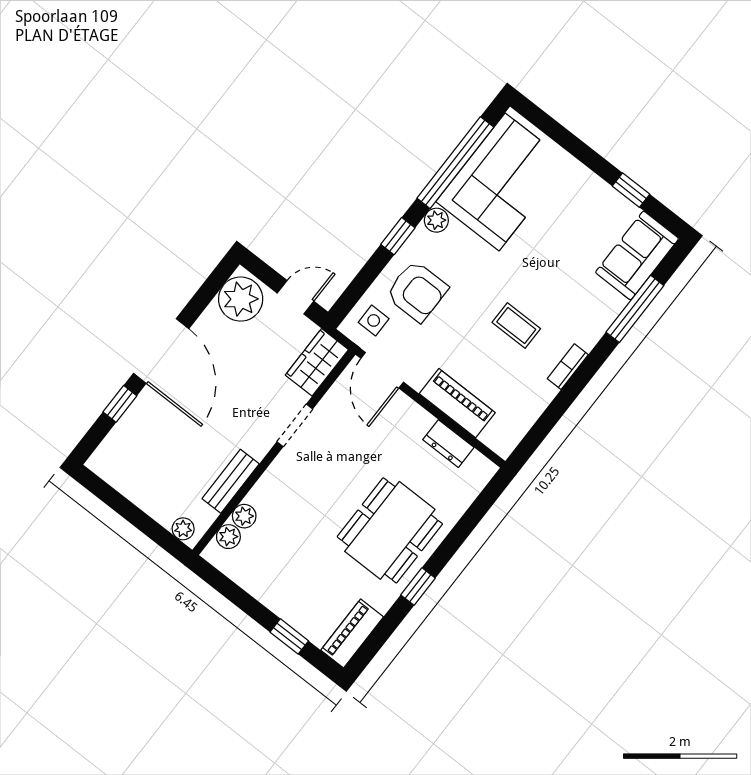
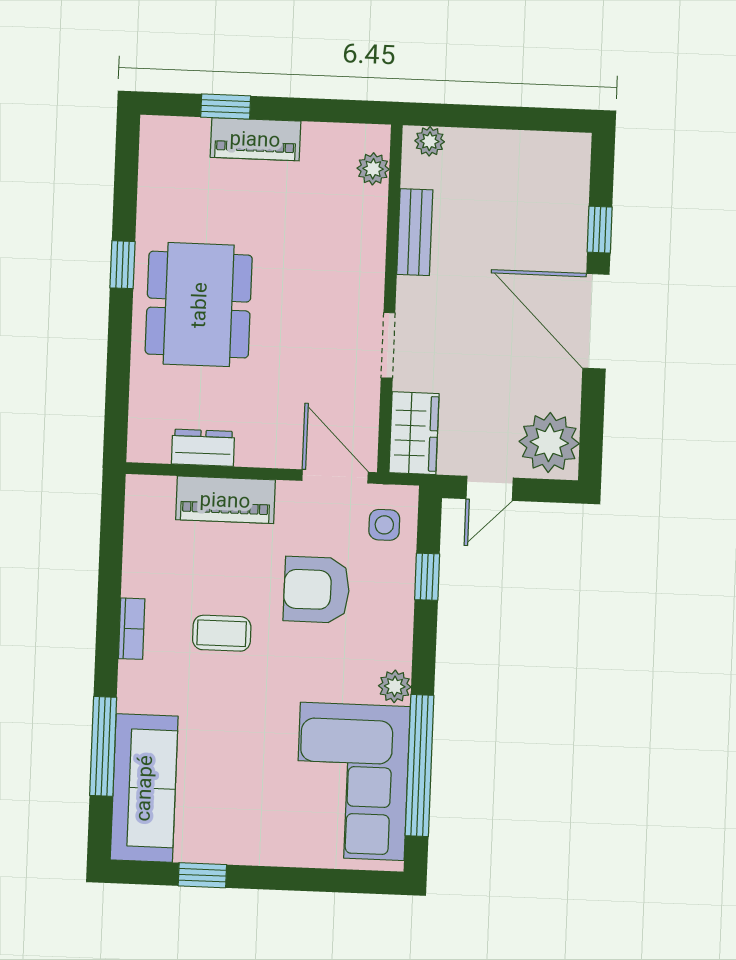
window: (398, 236) -> (427, 577), moved
sofa: (637, 256) -> (144, 788), width x1.36
armchair: (417, 291) -> (317, 590), moved
plant: (244, 516) -> (372, 204), removed
piano: (352, 633) -> (255, 139), moved, turned 90

